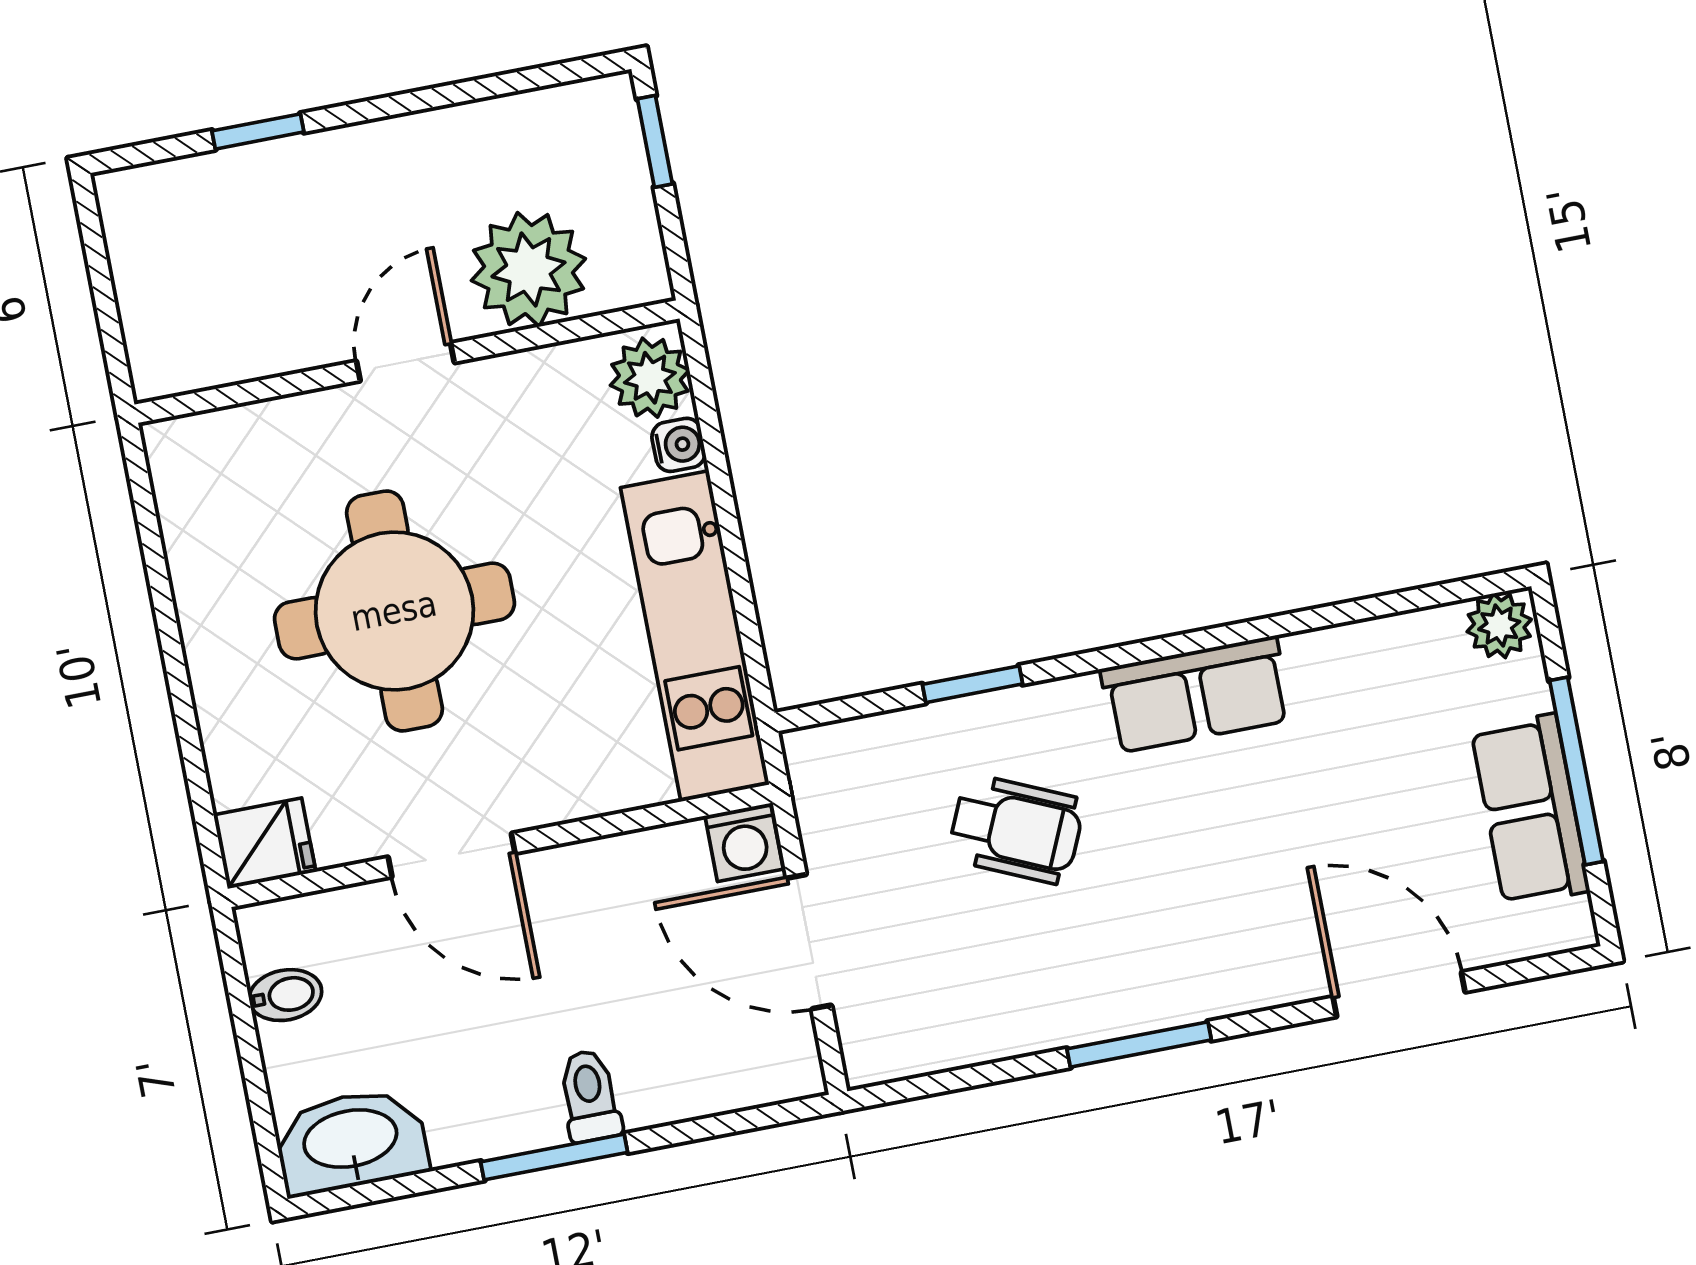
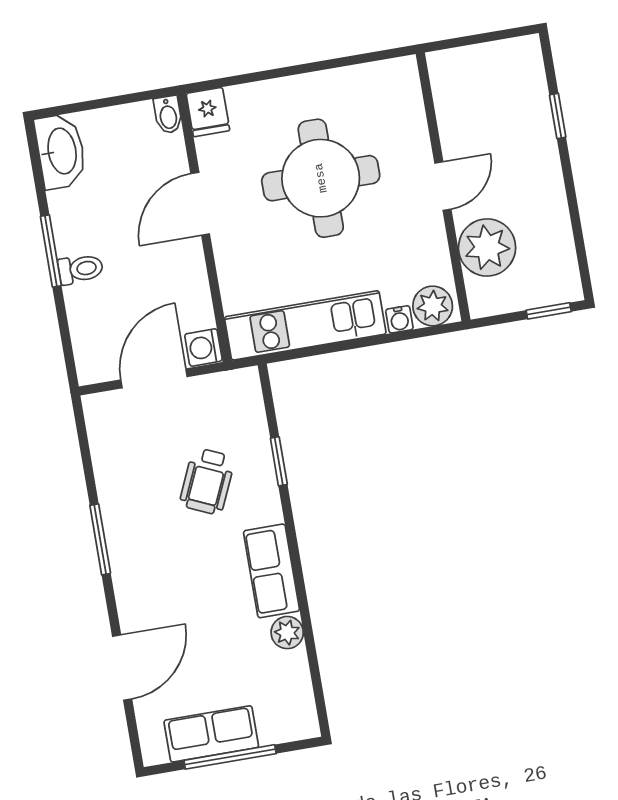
door: (405, 362) -> (443, 186), hinge flipped
plant: (1499, 626) -> (287, 633), moved
bidet: (285, 995) -> (168, 115), moved

